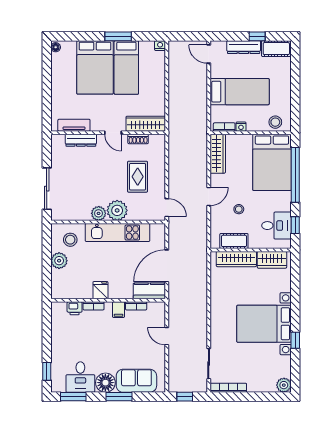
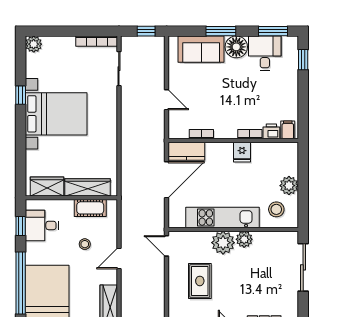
filing cabinet: (119, 310) -> (288, 130), moved

